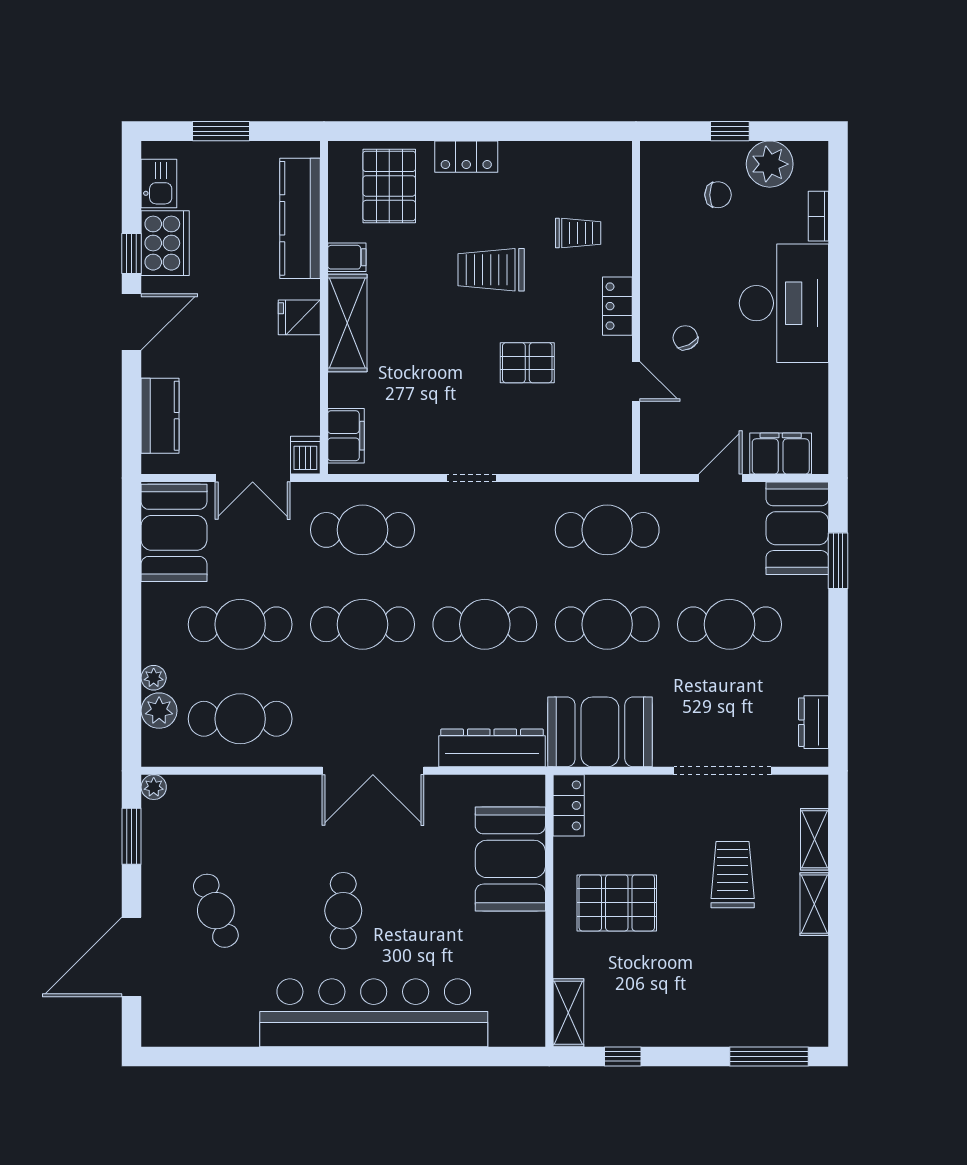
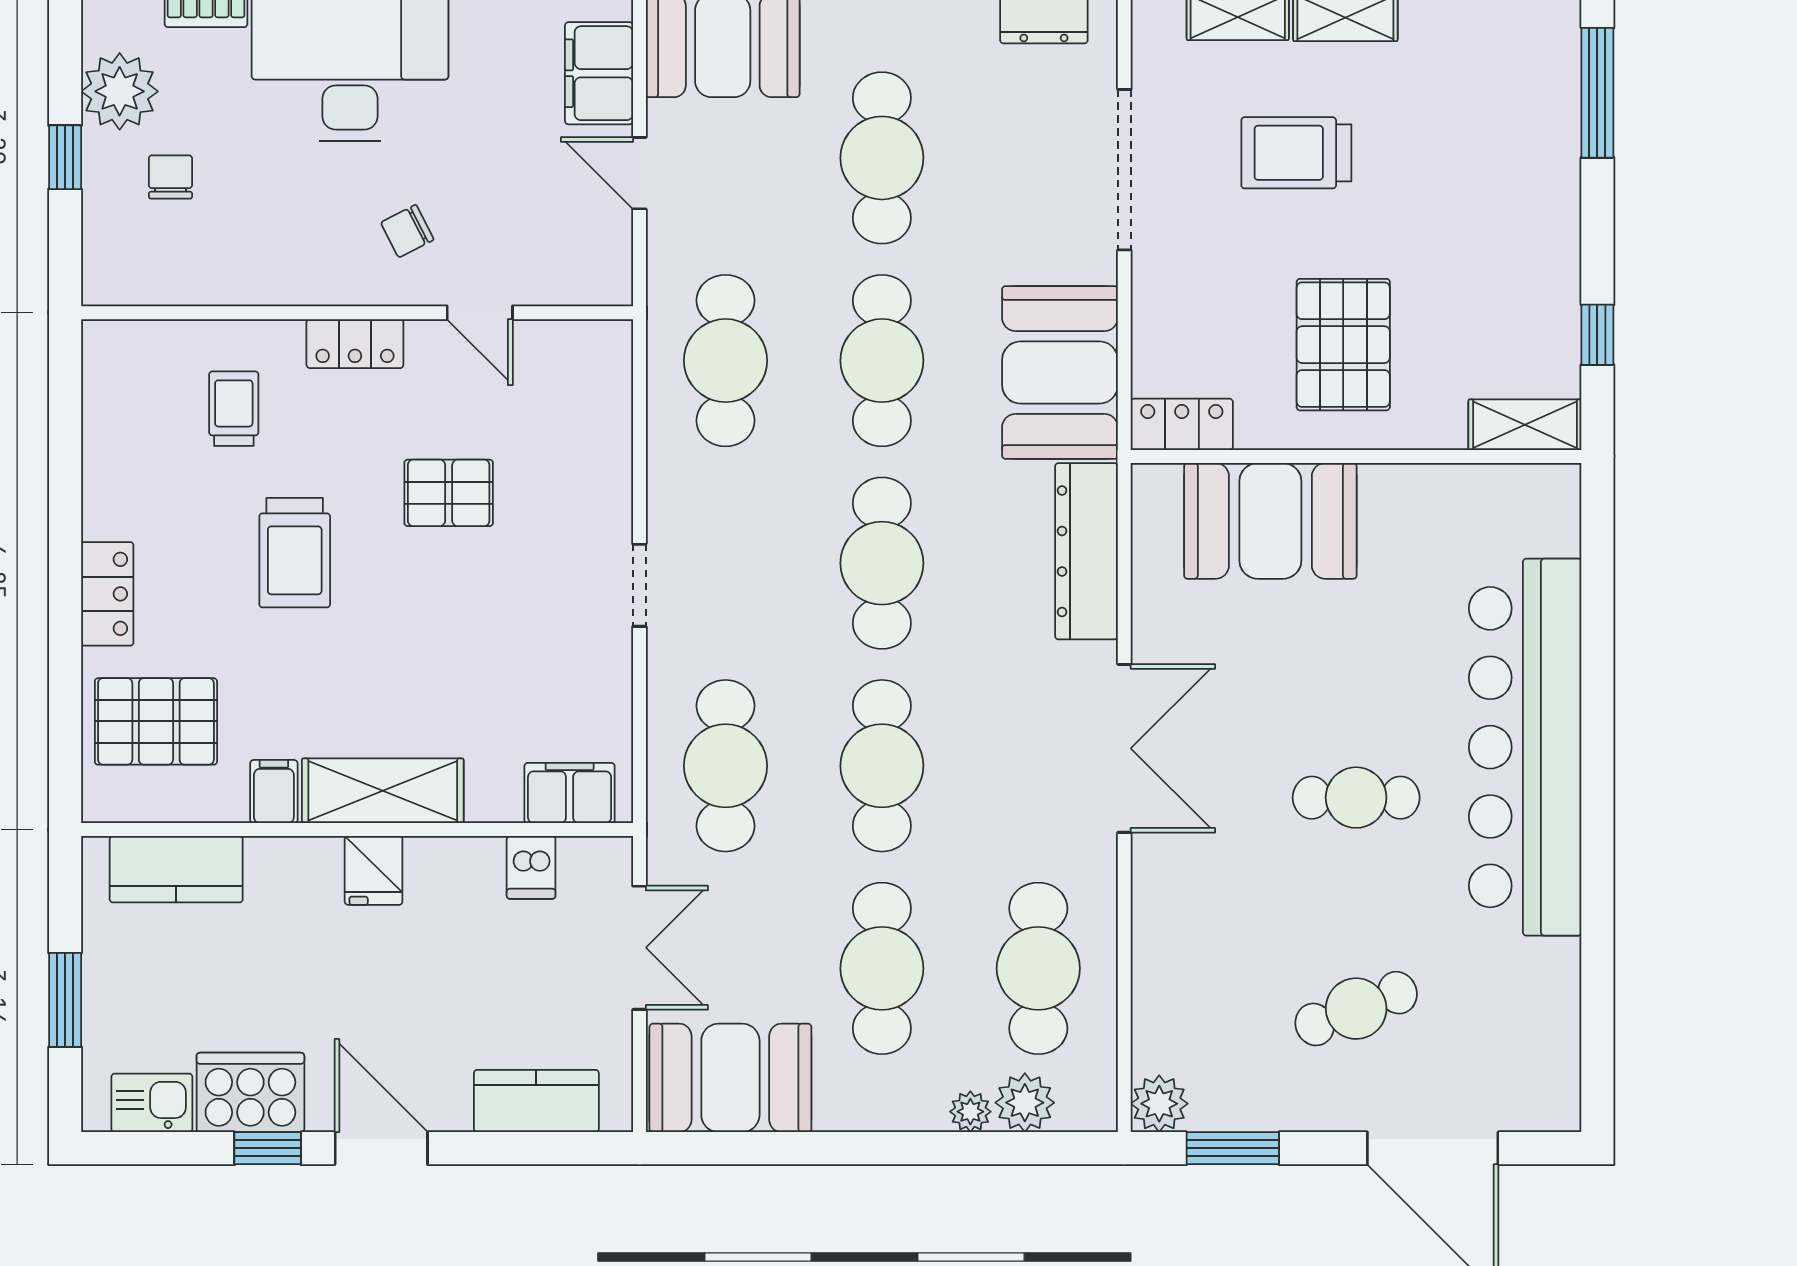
kitchen counter: (300, 218) -> (176, 869), width x0.67
pallet: (527, 363) -> (449, 493), turned 90
door: (636, 381) -> (480, 313), swing flipped
dishwasher: (305, 455) -> (531, 867), moved, turned -90
plant: (154, 787) -> (1159, 1104), width x1.38, depth x1.38

